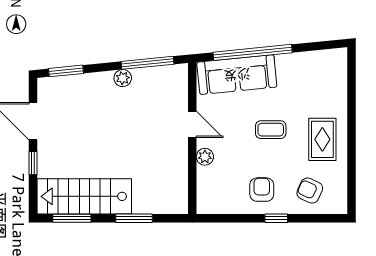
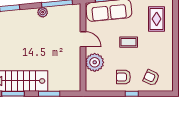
rug: (322, 139) -> (157, 19), moved
plant: (205, 157) -> (95, 62), width x1.87, depth x1.87
armchair: (262, 190) -> (123, 77), turned -90

